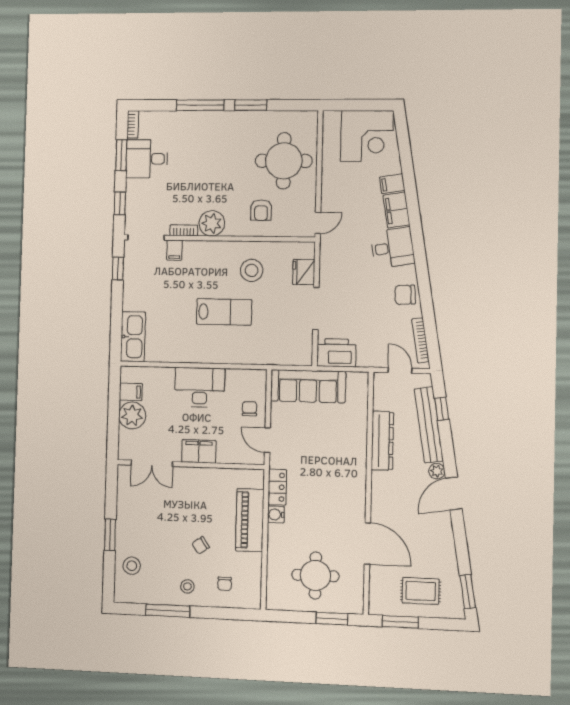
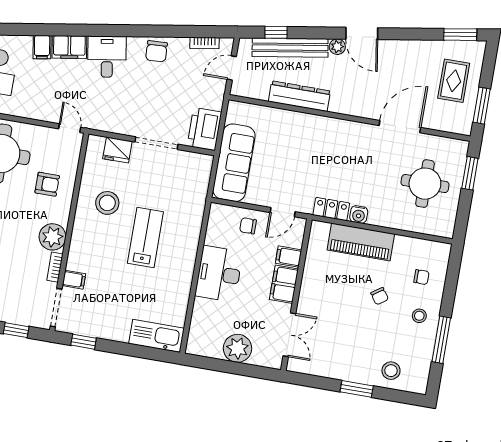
bookcase: (420, 340) -> (204, 43), width x0.64
filing cabinet: (131, 392) -> (289, 257), moved, turned -90

